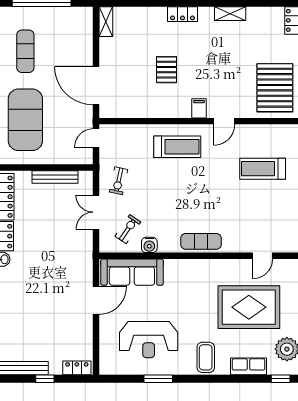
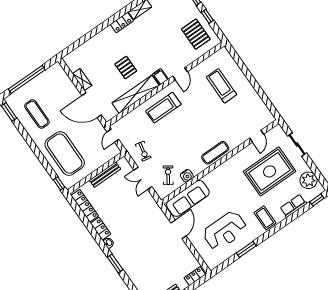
locker: (182, 14) -> (122, 23), moved
shelving: (106, 22) -> (82, 80), moved
pallet: (275, 88) -> (196, 34), width x0.73, depth x0.71
shelving: (156, 109) -> (136, 94), added
treadmill: (177, 147) -> (163, 108), turned 180
treadmill: (263, 169) -> (221, 86), turned 90

